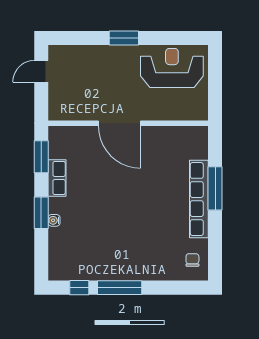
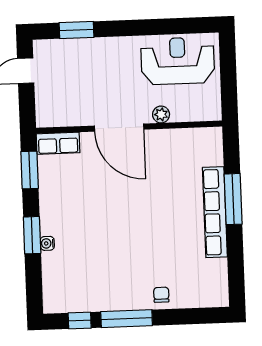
window: (124, 38) -> (76, 30), moved
plant: (156, 113) -> (161, 114), added
row of seats: (57, 178) -> (58, 143), moved, turned 90
chair: (192, 260) -> (161, 295), moved

